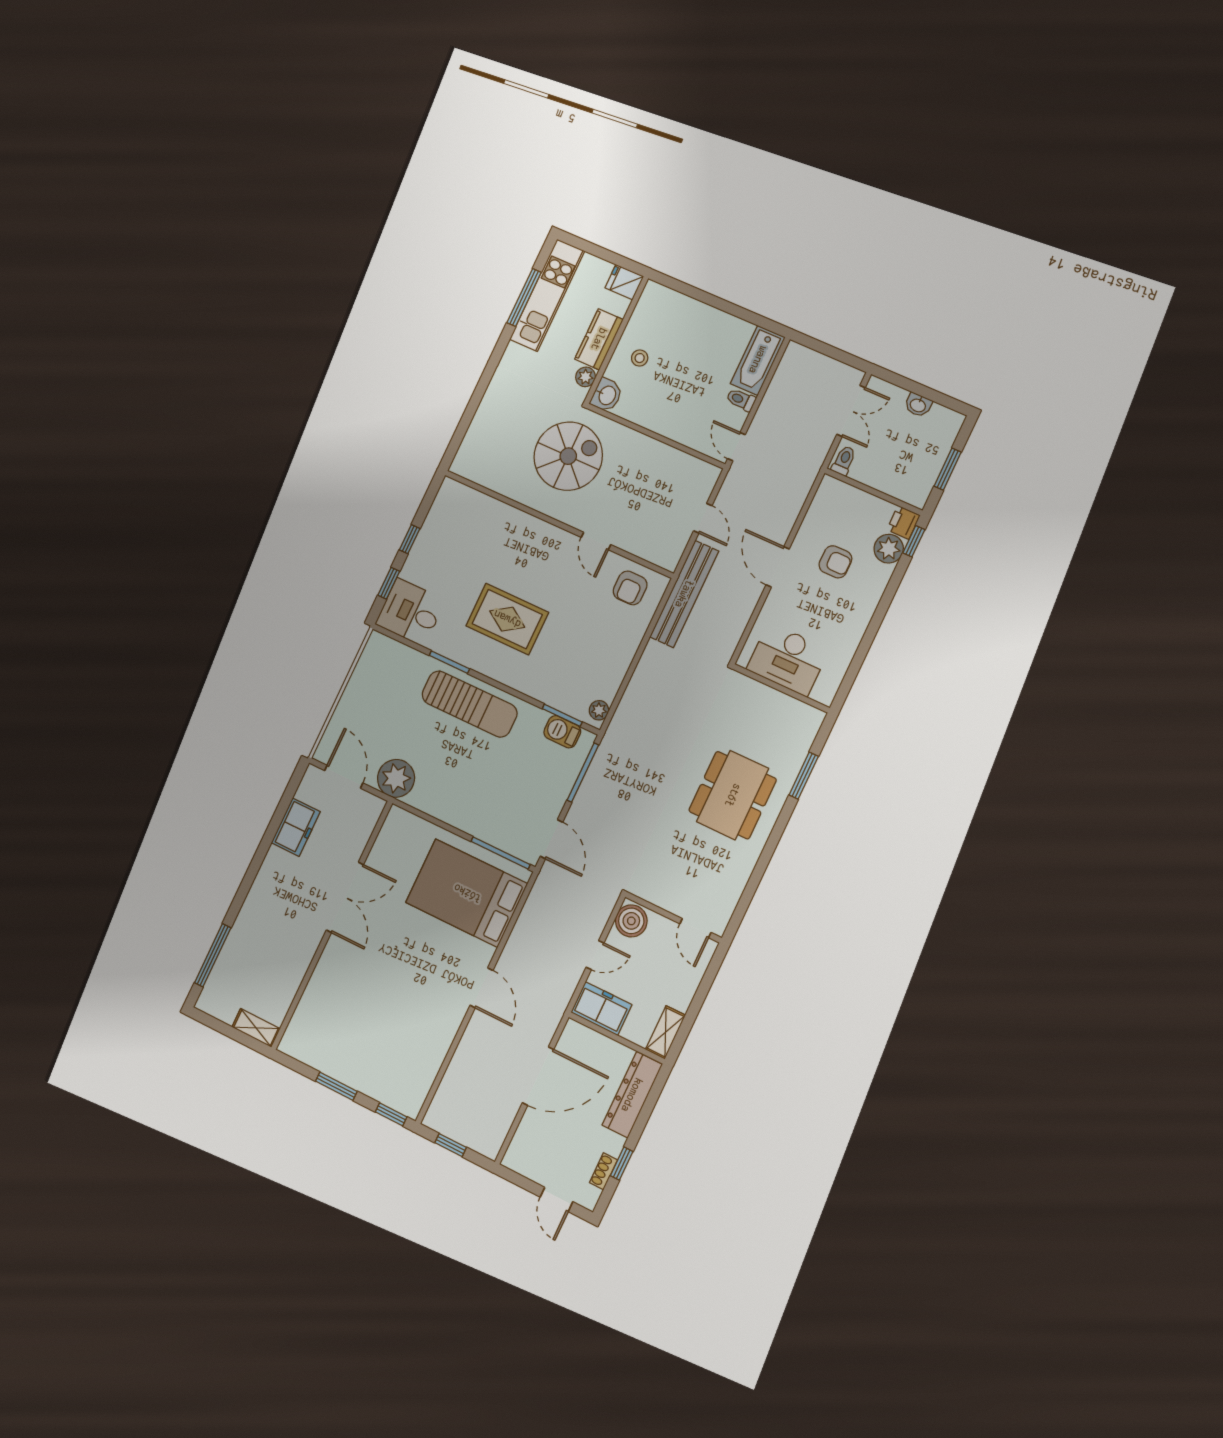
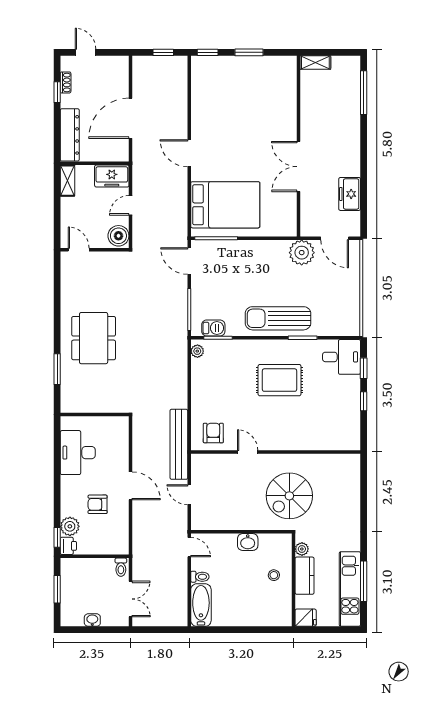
washbasin: (607, 395) -> (248, 542), moved, turned -90
double door: (851, 411) -> (131, 599), swing flipped
desk: (788, 659) -> (78, 453), moved, turned -90

